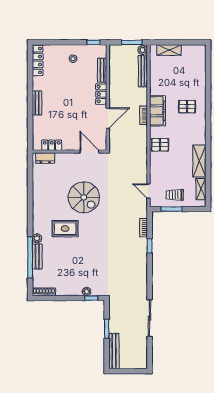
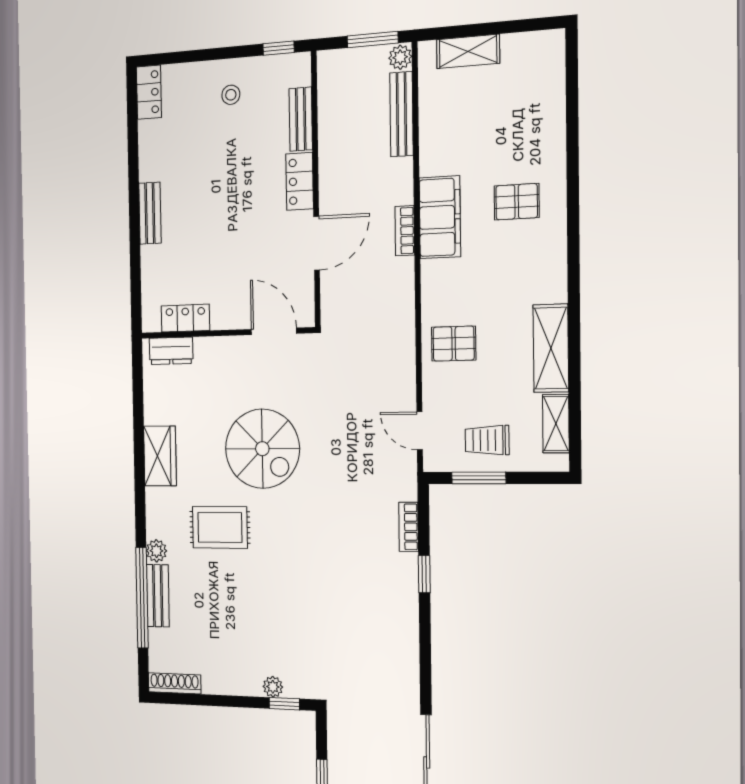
locker: (38, 60) -> (149, 92), width x0.66
pallet: (160, 145) -> (454, 344), moved
wardrobe: (39, 200) -> (160, 456), added

